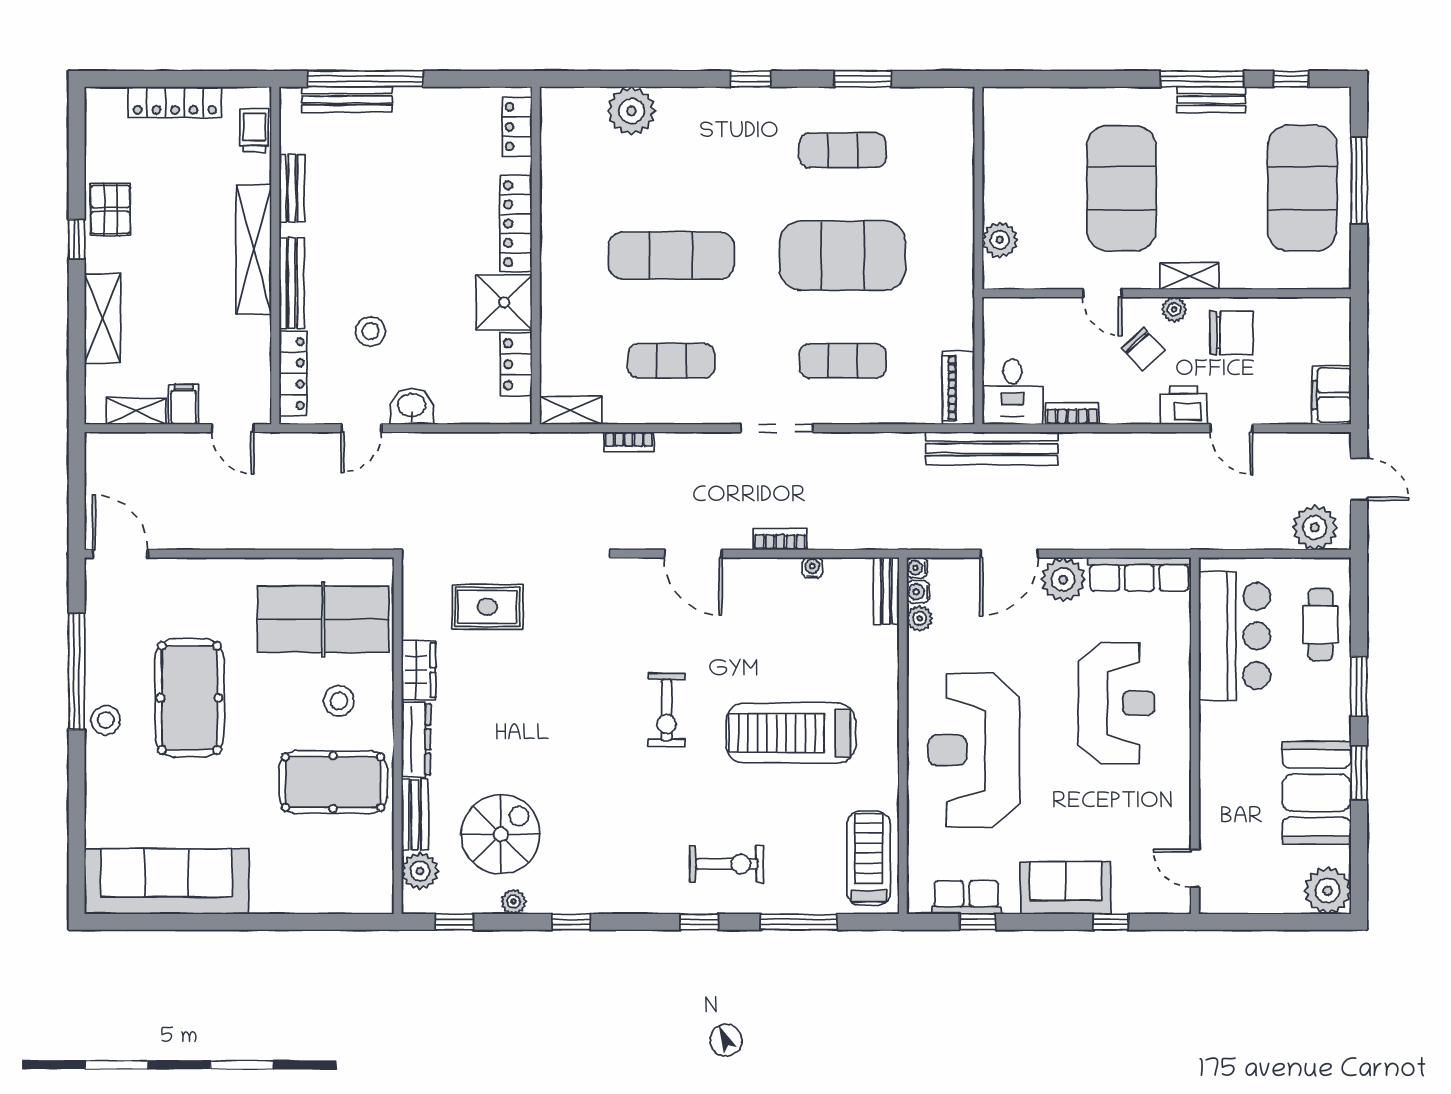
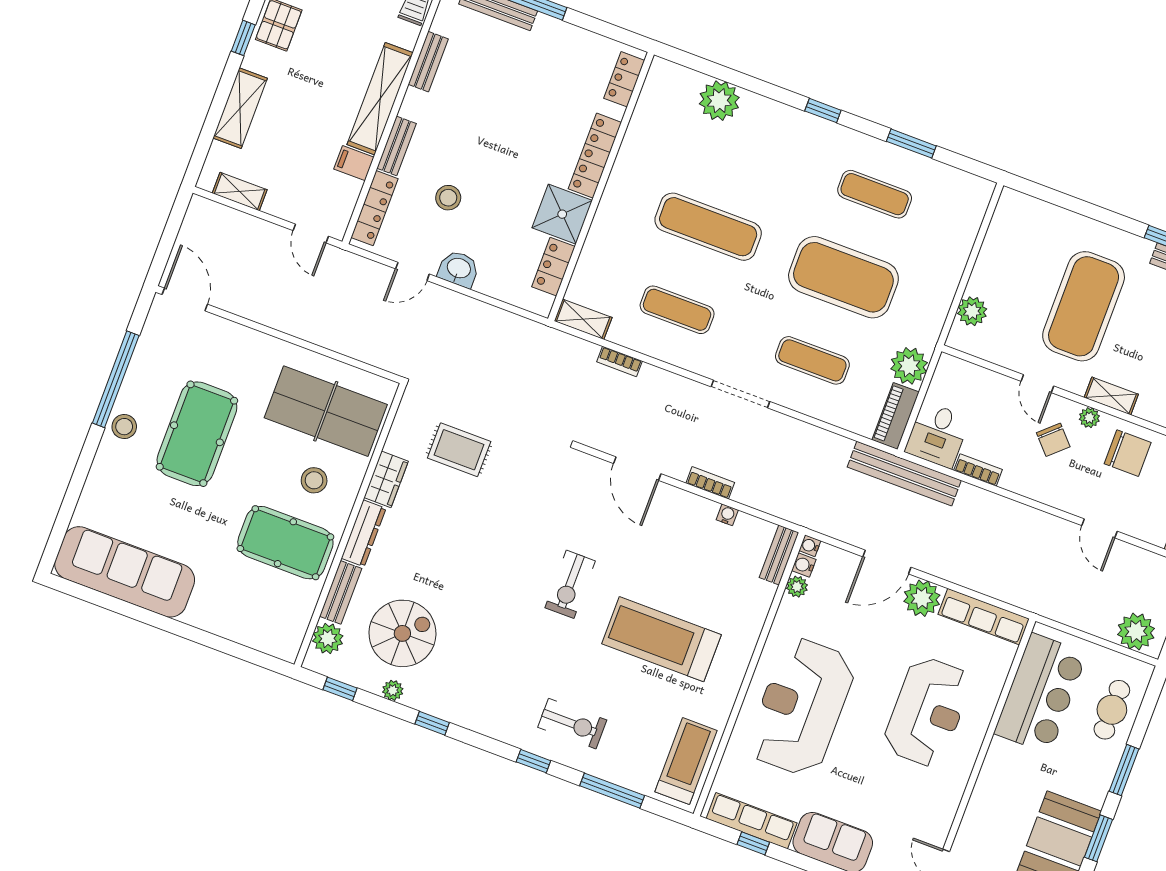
bench: (292, 283) -> (397, 146), width x0.73
plant: (952, 327) -> (909, 366), added
filing cabinet: (184, 404) -> (354, 163), moved, turned -90
printer: (1183, 405) -> (1068, 496), removed
row of seats: (966, 897) -> (752, 821), width x1.48

